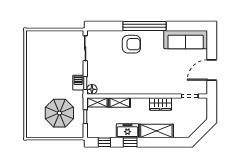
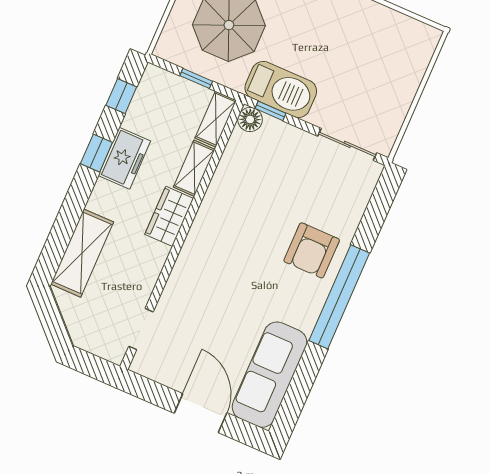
door: (212, 70) -> (201, 413), moved
barbecue: (78, 83) -> (281, 89), width x1.88, depth x1.53
wardrobe: (161, 104) -> (169, 216), moved
shelving: (156, 131) -> (82, 253), moved

